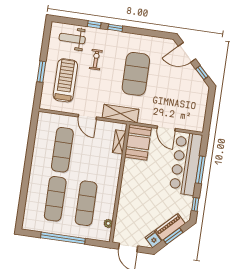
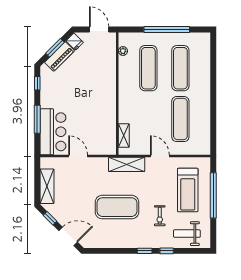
weight bench: (72, 39) -> (187, 234), turned 180
window: (41, 72) -> (213, 195), width x2.11
exercise mat: (136, 74) -> (117, 207), turned 90
shelving: (200, 104) -> (47, 186), added
booth: (138, 142) -> (105, 138), removed
bar counter: (186, 164) -> (53, 132), width x0.73

